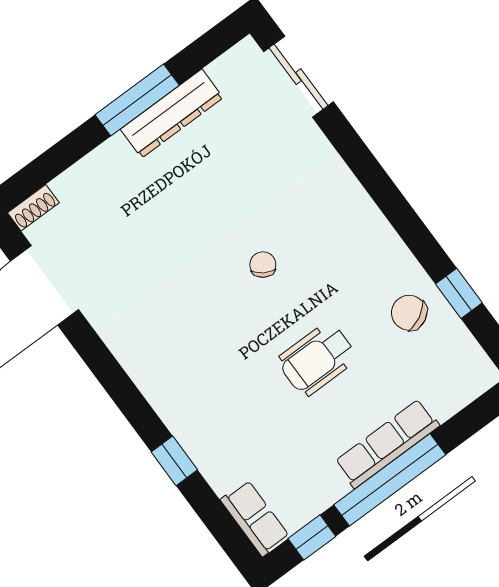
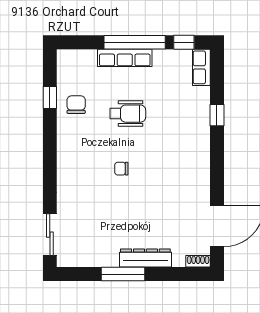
dresser: (172, 114) -> (145, 258), moved
chair: (263, 265) -> (121, 169), turned 57
chair: (409, 313) -> (76, 105), turned -152

